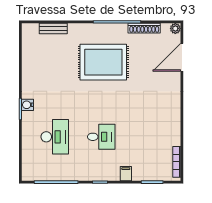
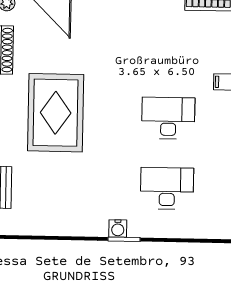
desk: (101, 137) -> (168, 118), width x1.37

